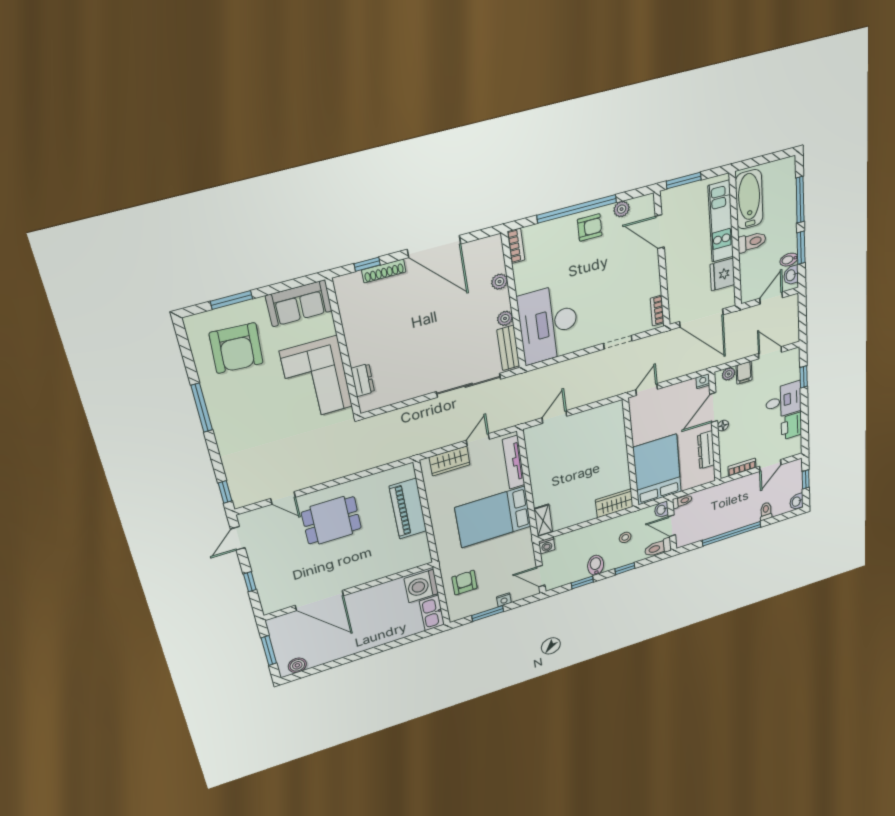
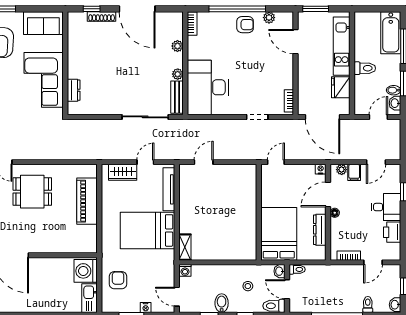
bathtub: (749, 199) -> (391, 33), moved, turned 180
door: (770, 353) -> (376, 162), swing flipped
wardrobe: (614, 503) -> (242, 252), removed

